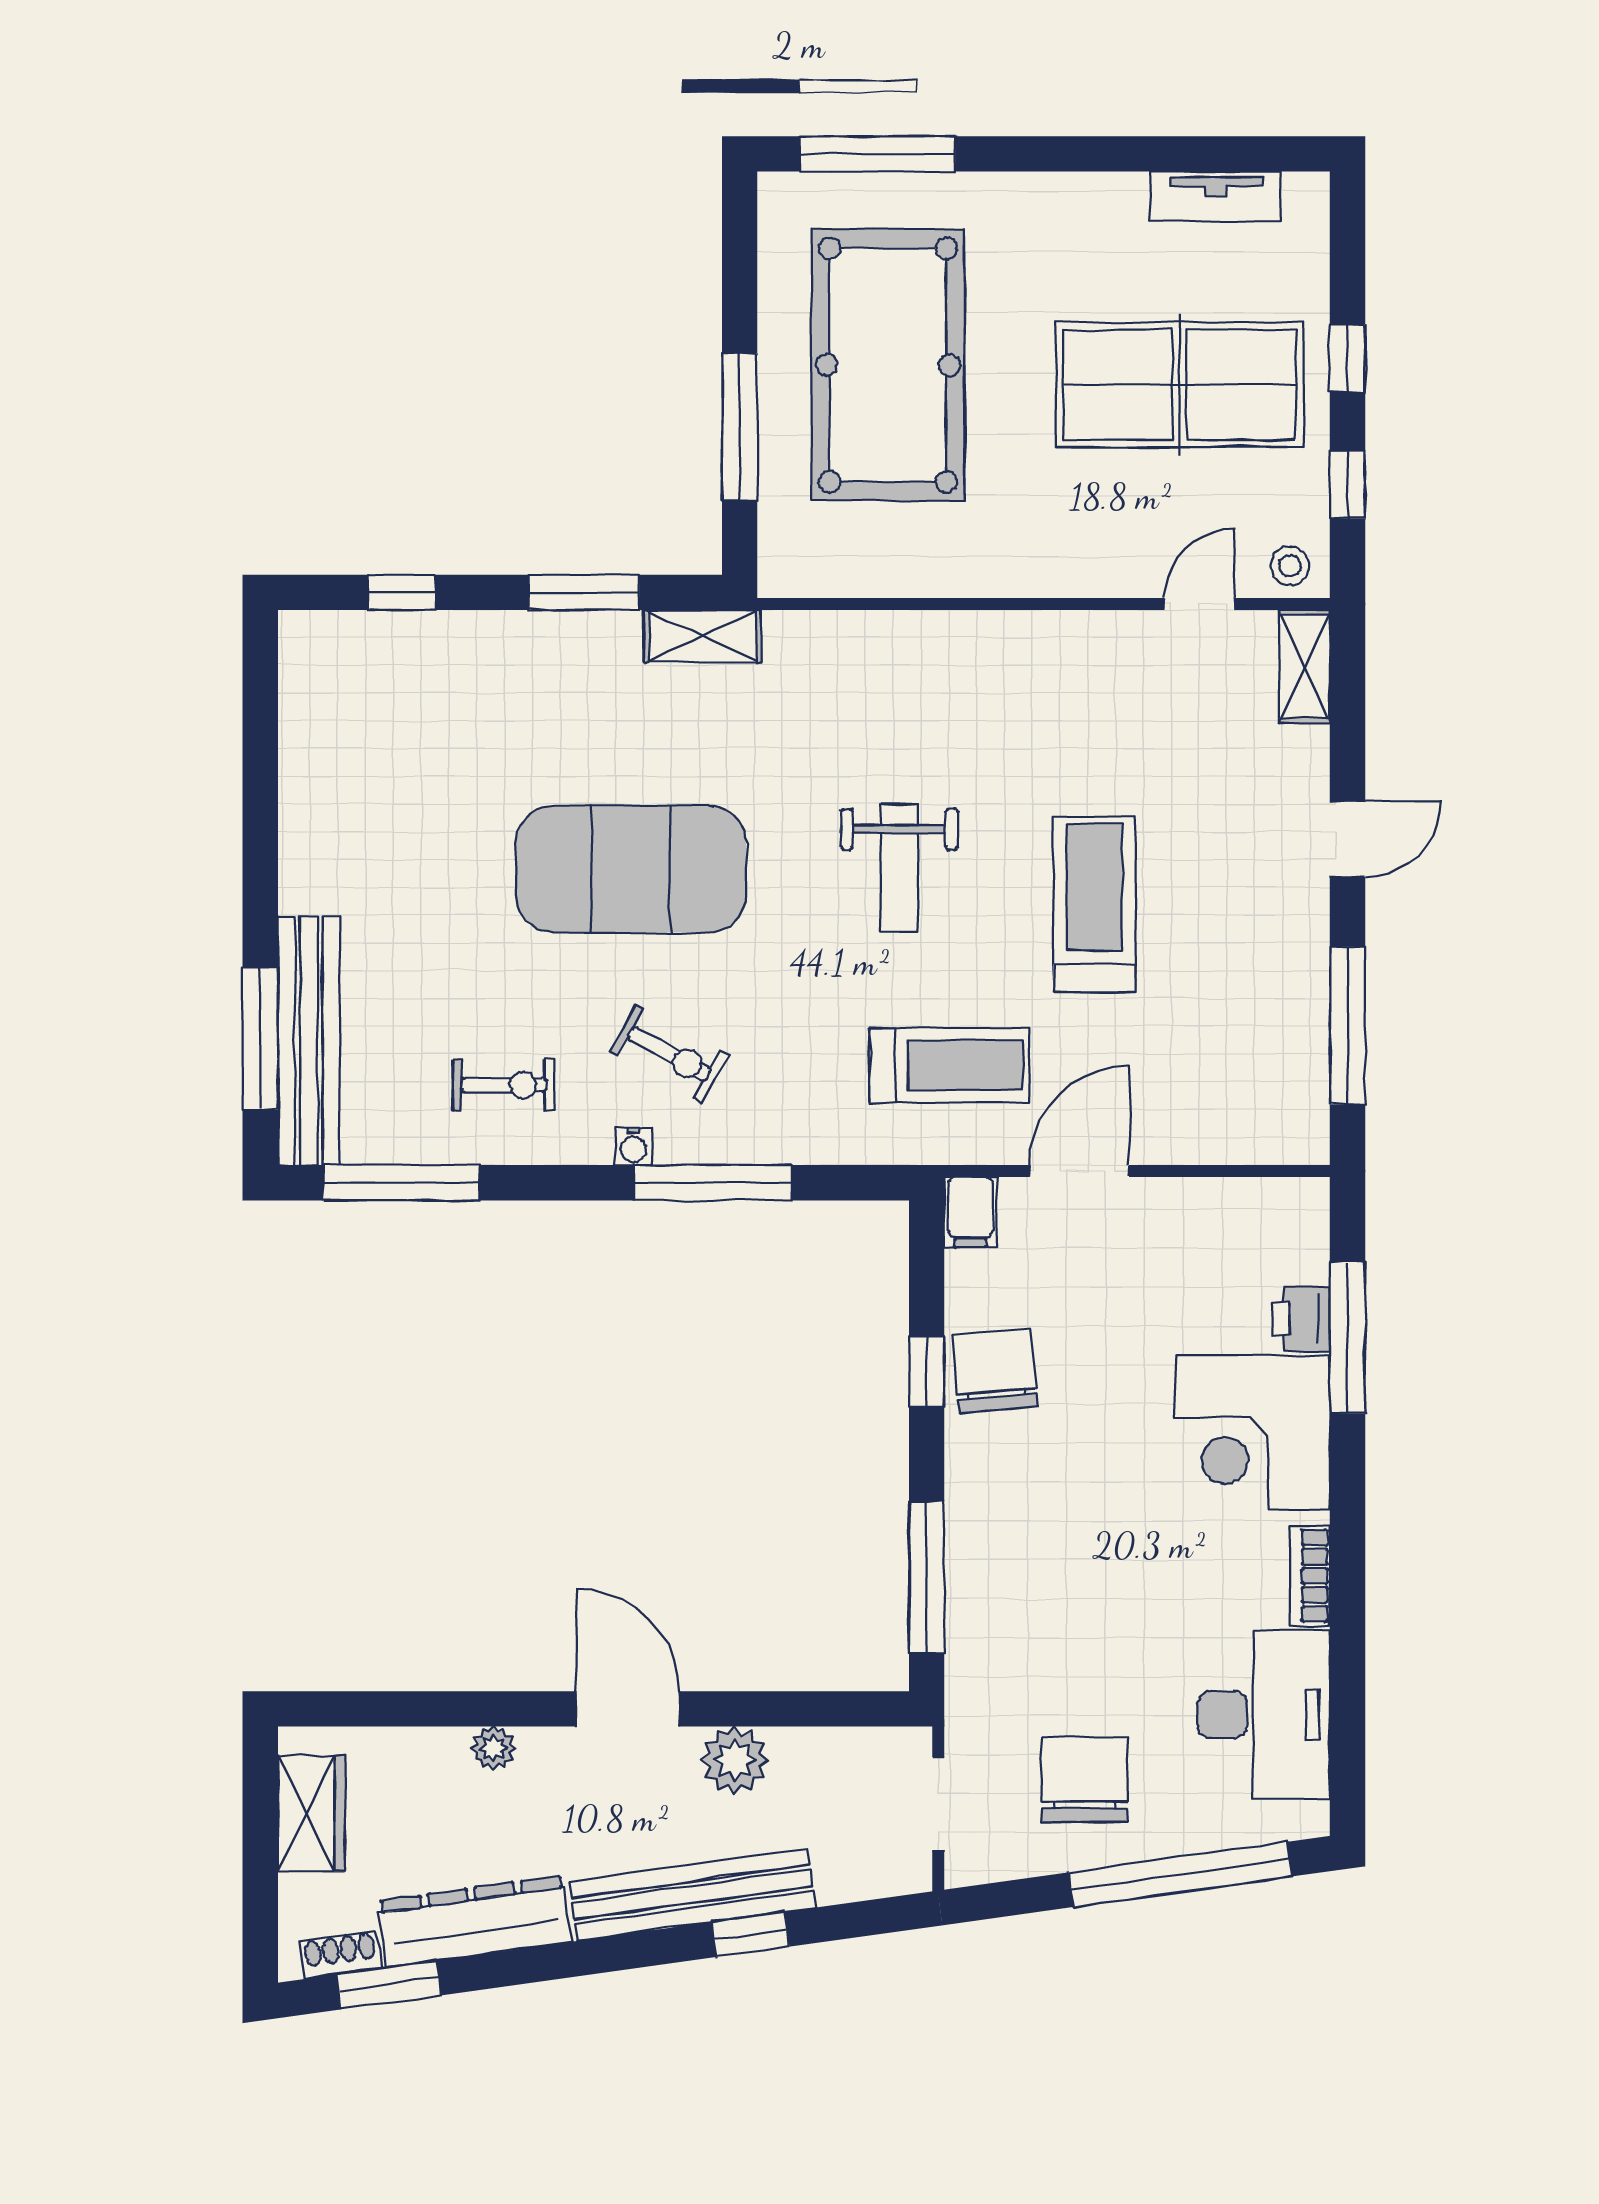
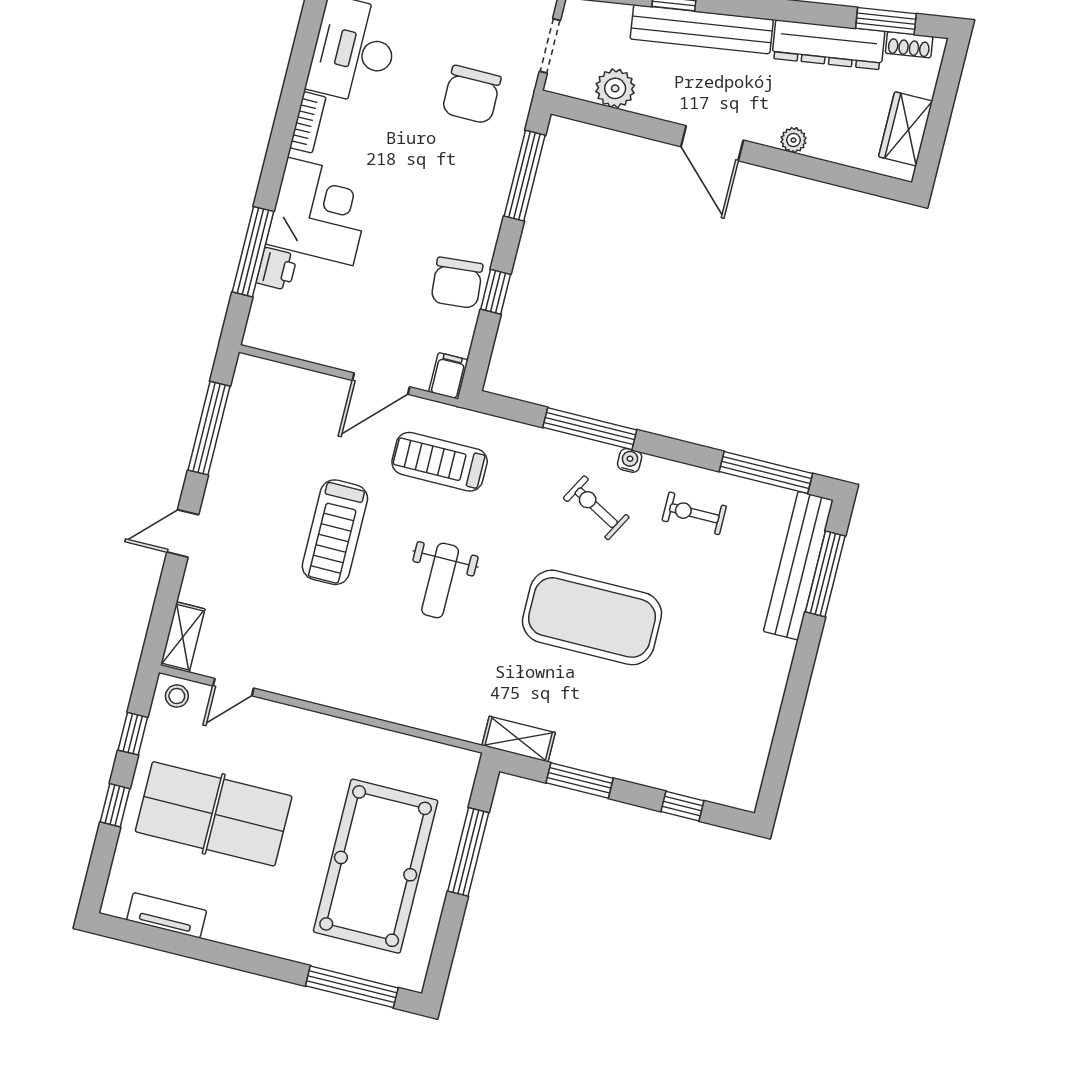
weight bench: (899, 868) -> (440, 580), turned 180
plant: (735, 1760) -> (615, 88), moved
chair: (1085, 1780) -> (471, 95), moved

